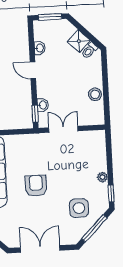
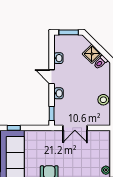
washbasin: (43, 105) -> (59, 93), moved
double door: (63, 129) -> (75, 128), swing flipped

